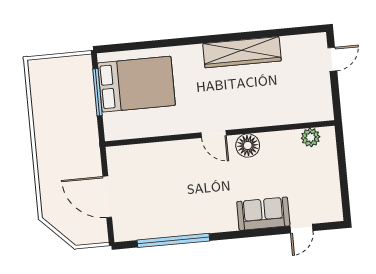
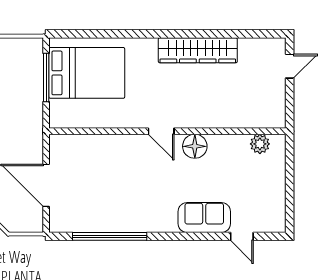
door: (301, 229) -> (242, 236), hinge flipped

